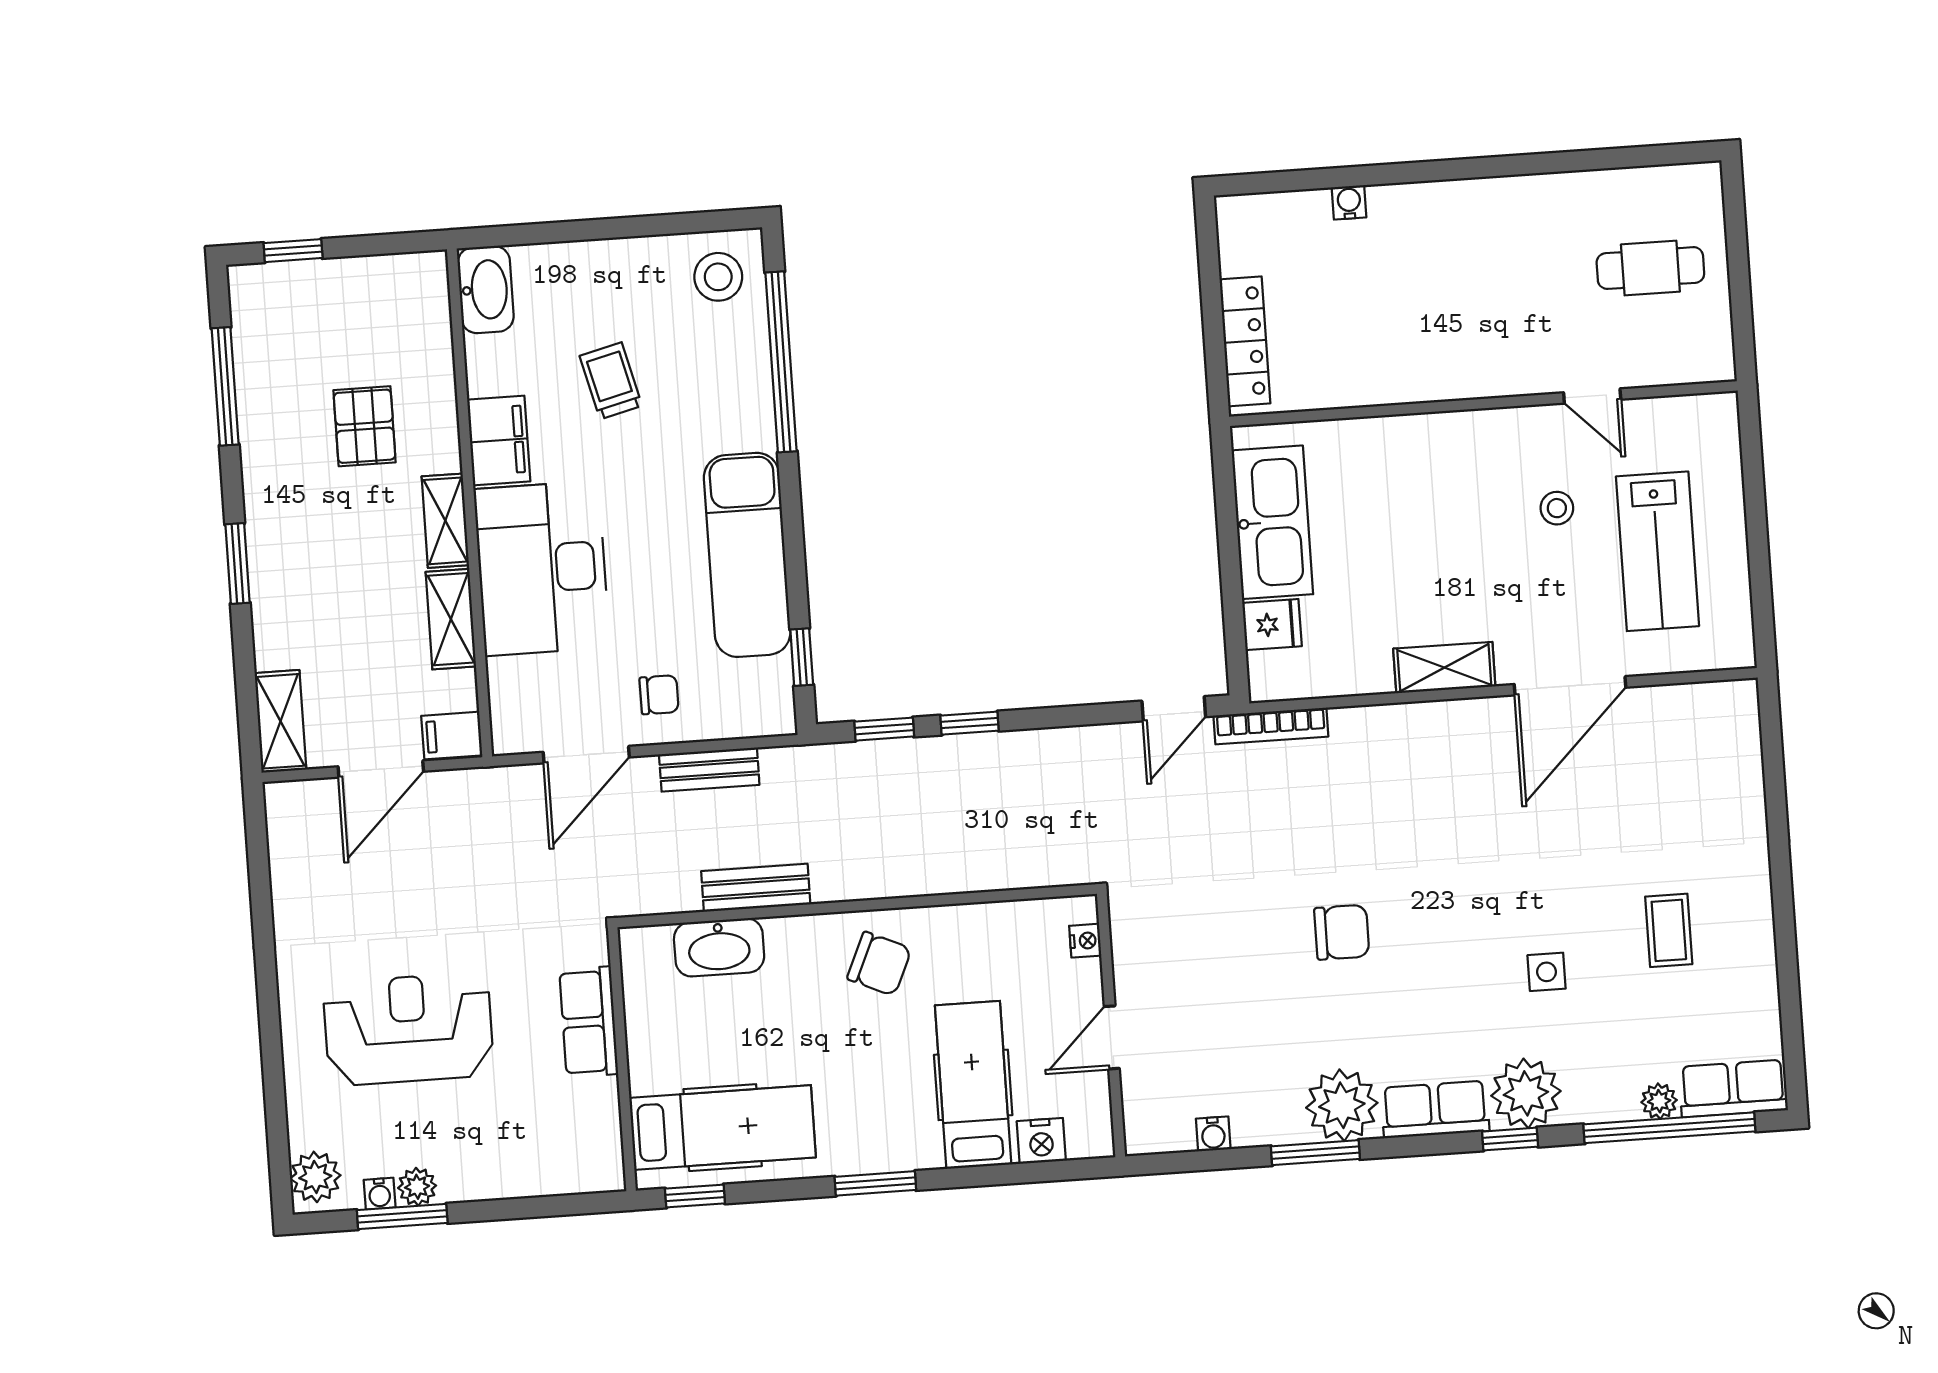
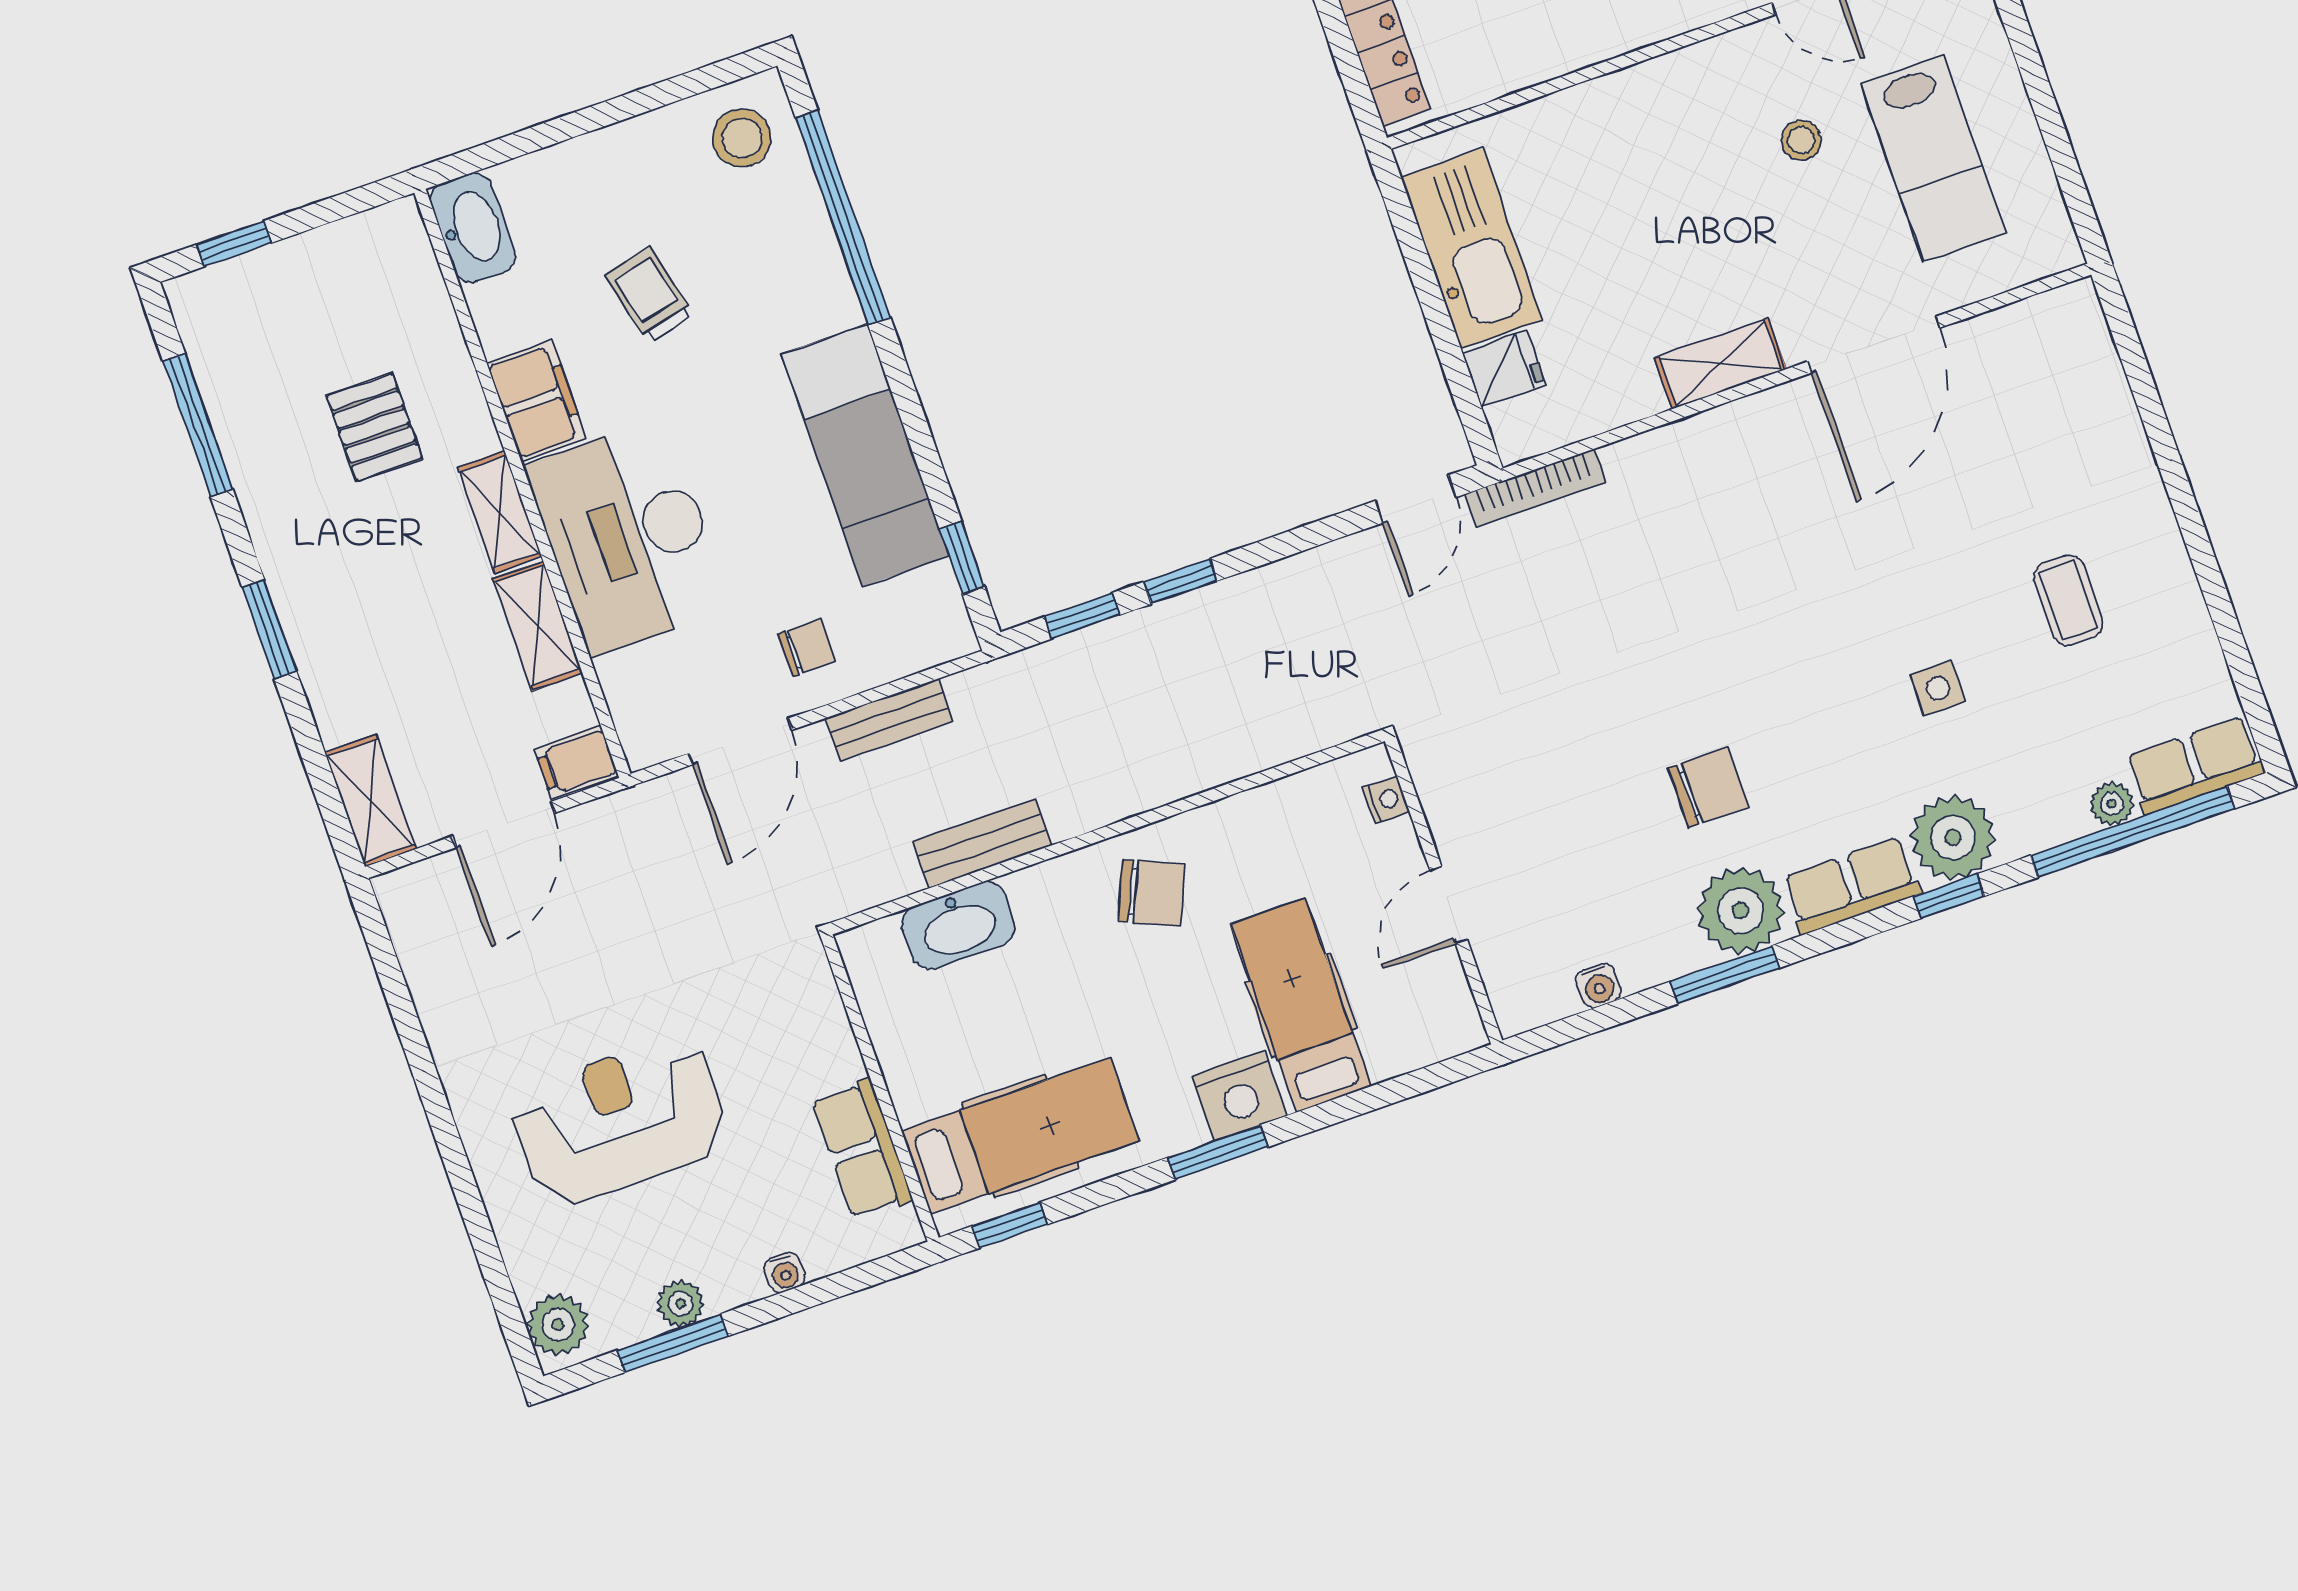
chair: (1342, 932) -> (1708, 787), moved
row of seats: (589, 1022) -> (862, 1149), moved
nightstand: (1041, 1141) -> (1239, 1096), moved, width x1.36, depth x1.33
water cooler: (380, 1194) -> (785, 1273), moved

